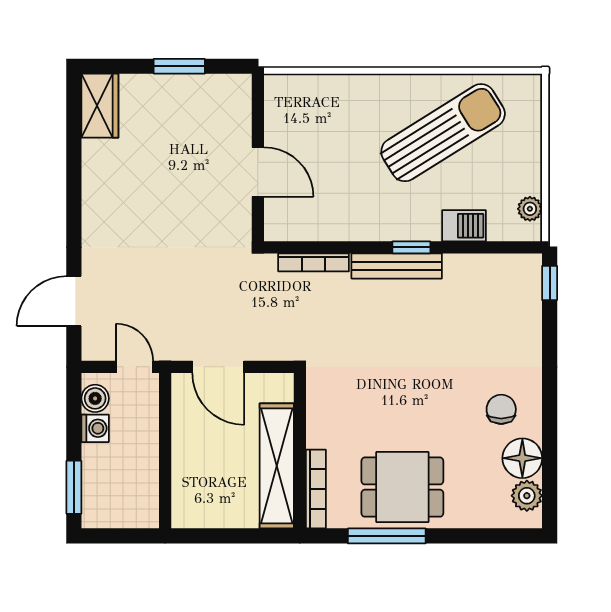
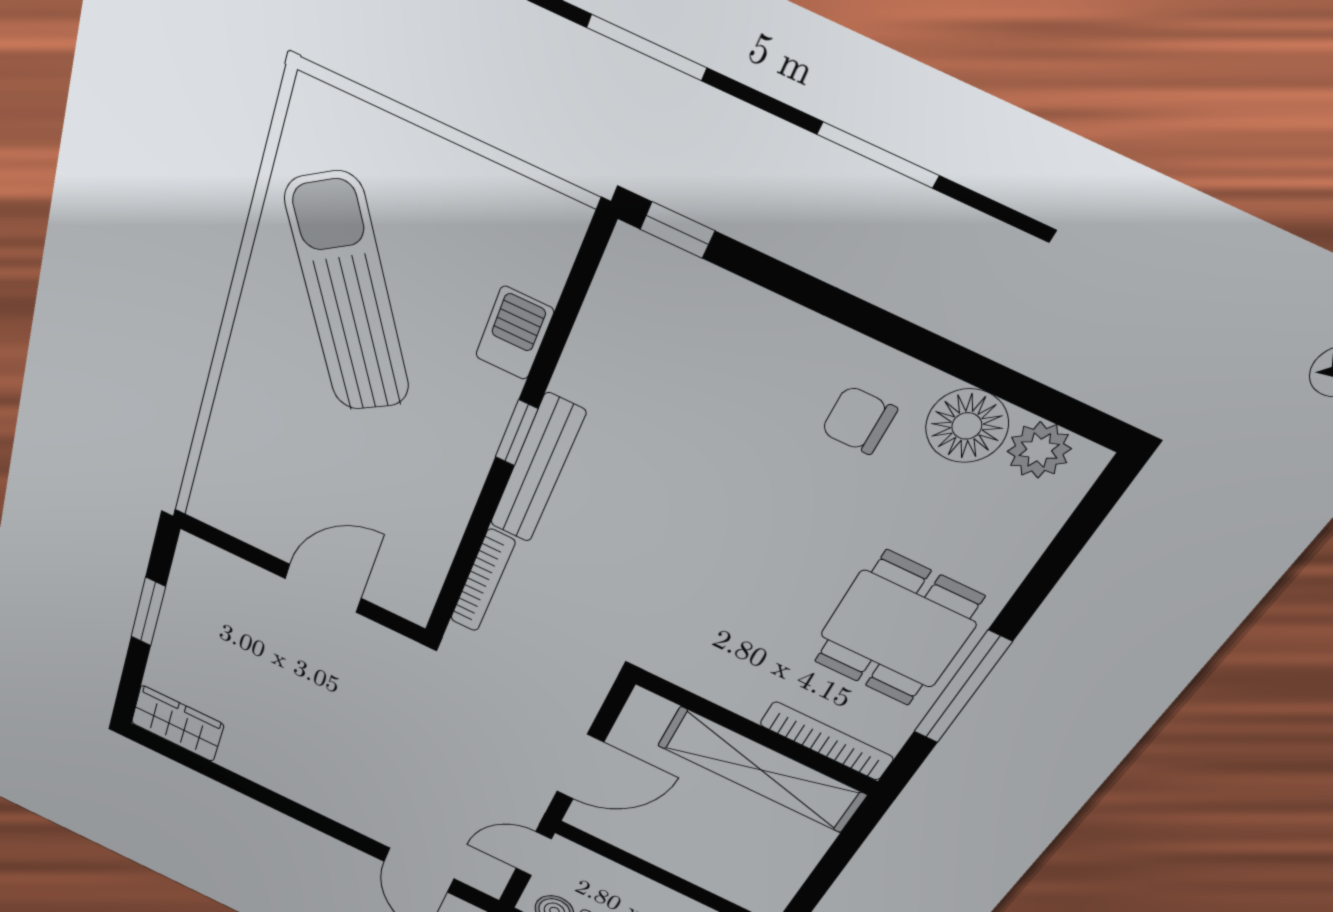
plant: (530, 209) -> (529, 204), removed

